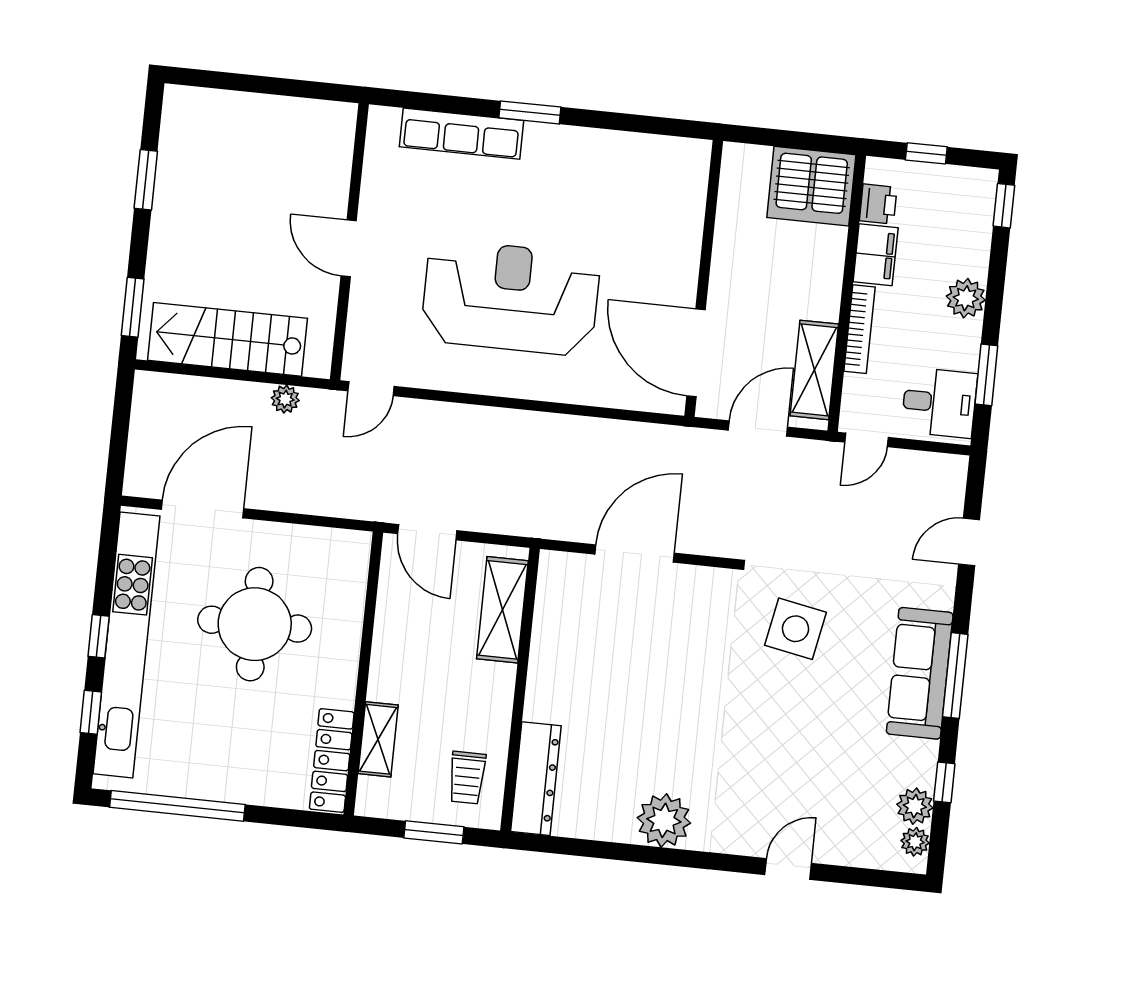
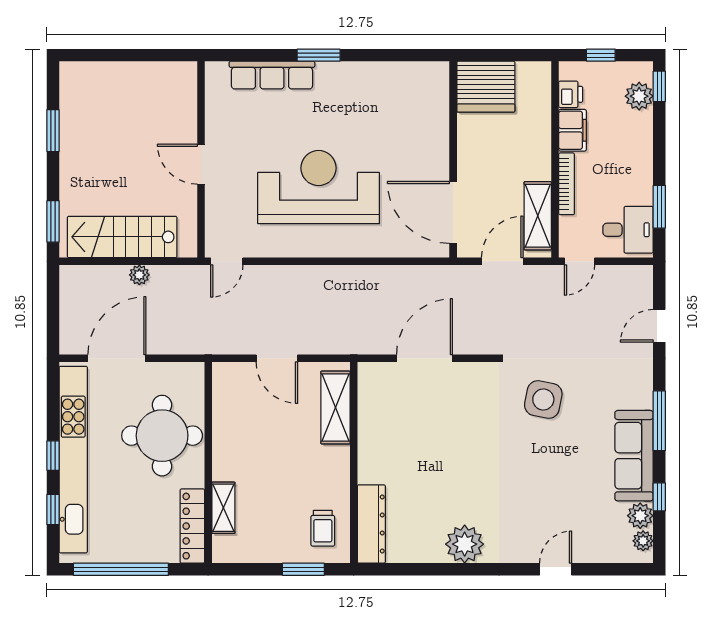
server rack: (811, 186) -> (486, 87), moved
plant: (966, 298) -> (639, 96), moved
plant: (285, 399) -> (139, 275), moved
sofa: (920, 673) -> (634, 456), moved
wall: (363, 674) -> (208, 463), moved
shelving: (378, 739) -> (223, 508), moved
locker: (332, 761) -> (192, 526), moved

